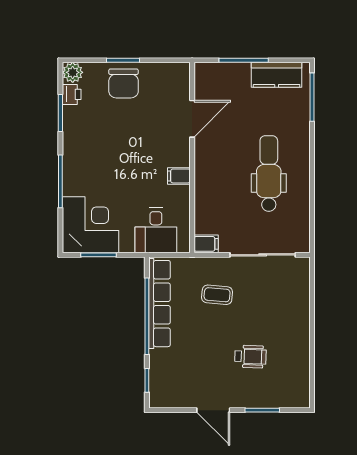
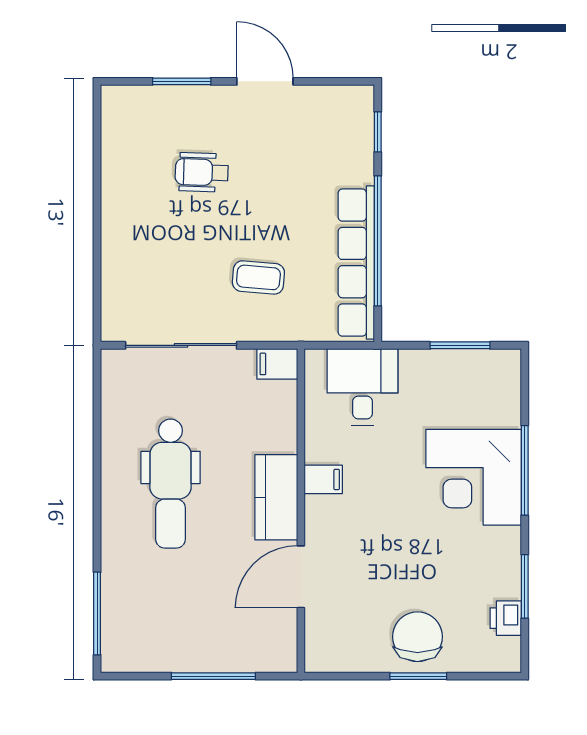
plant: (73, 72) -> (504, 655), removed
kitchen counter: (277, 75) -> (276, 497), moved, turned -90
corner desk: (91, 225) -> (474, 477), moved

